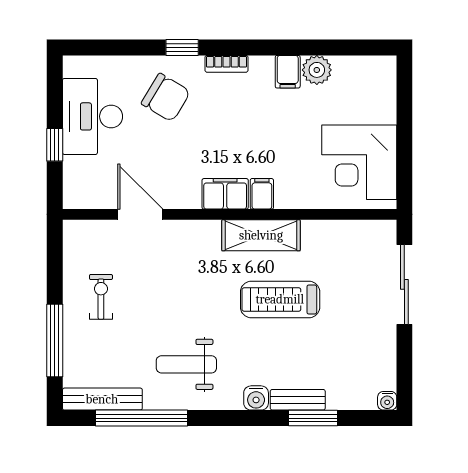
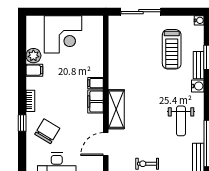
corner desk: (359, 162) -> (63, 34), moved
shelving: (261, 235) -> (116, 109), moved
treadmill: (280, 299) -> (172, 49), moved

